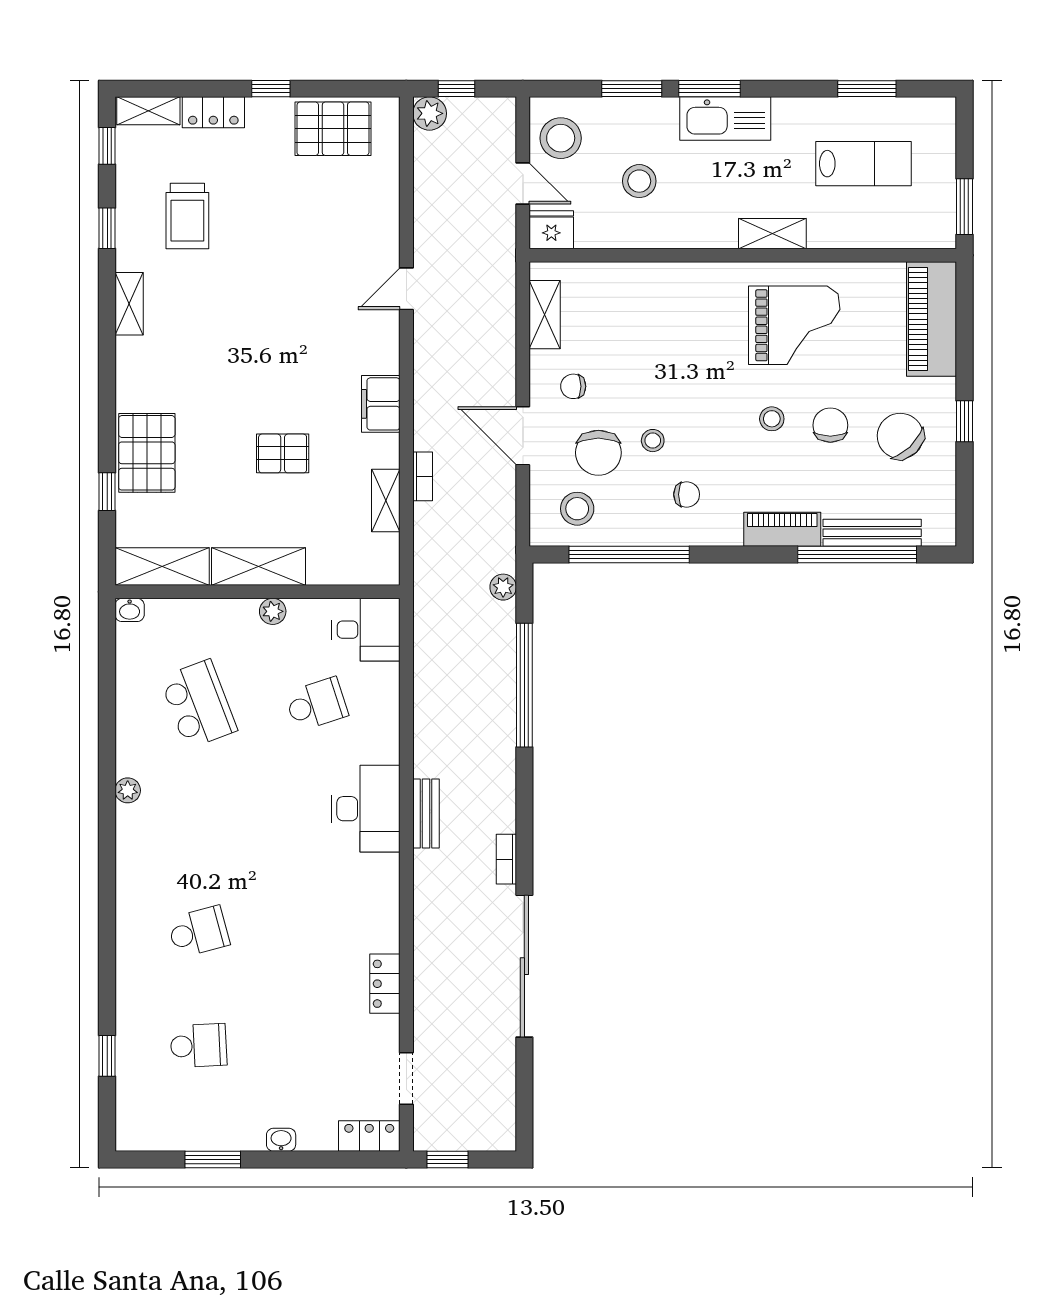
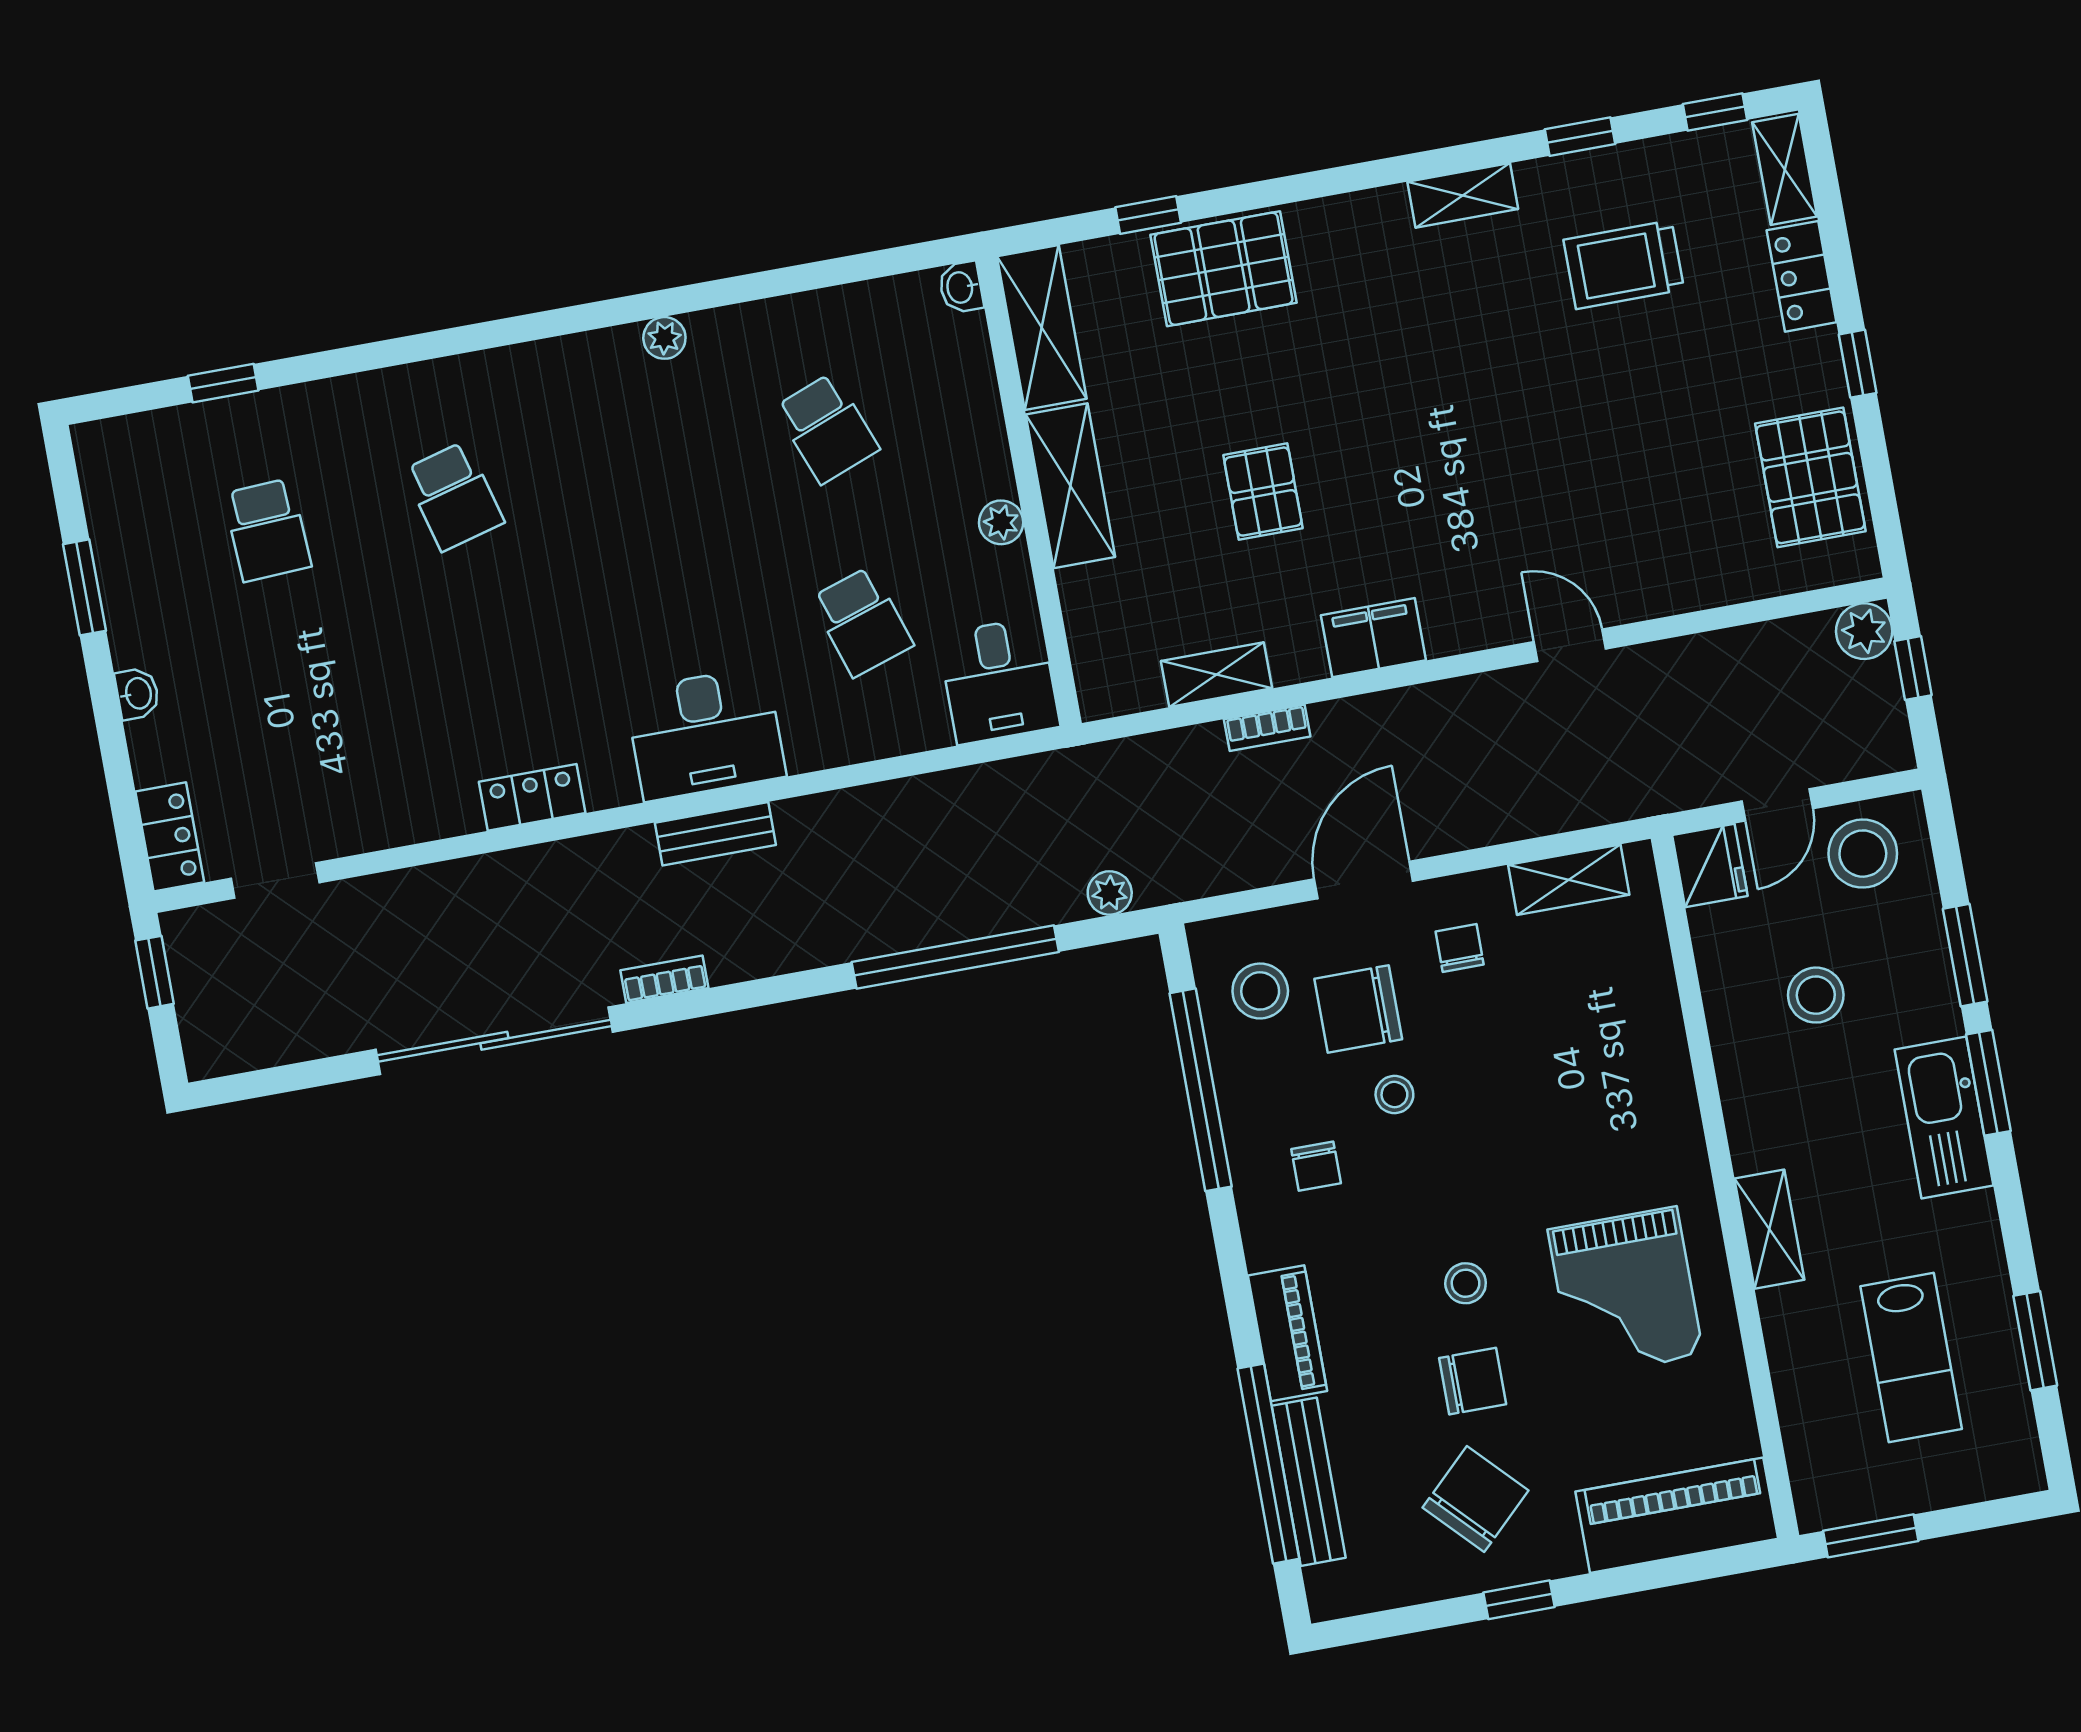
school desk: (199, 704) -> (827, 428), width x0.54
locker: (385, 984) -> (532, 797), moved

